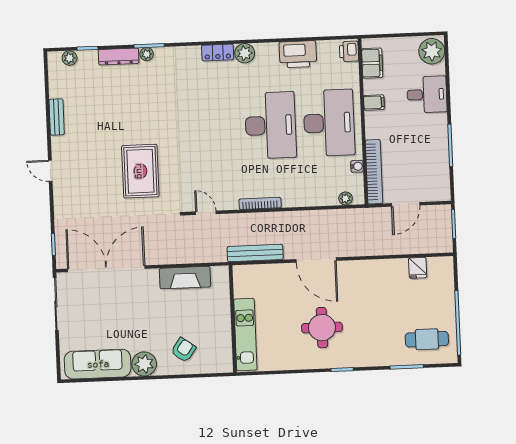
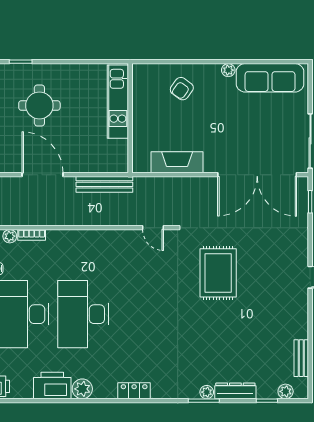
plant: (245, 53) -> (82, 389), moved
bench: (57, 117) -> (301, 358), moved
bookcase: (260, 203) -> (32, 235), moved, width x0.64
plant: (144, 364) -> (228, 70), width x0.53, depth x0.53

